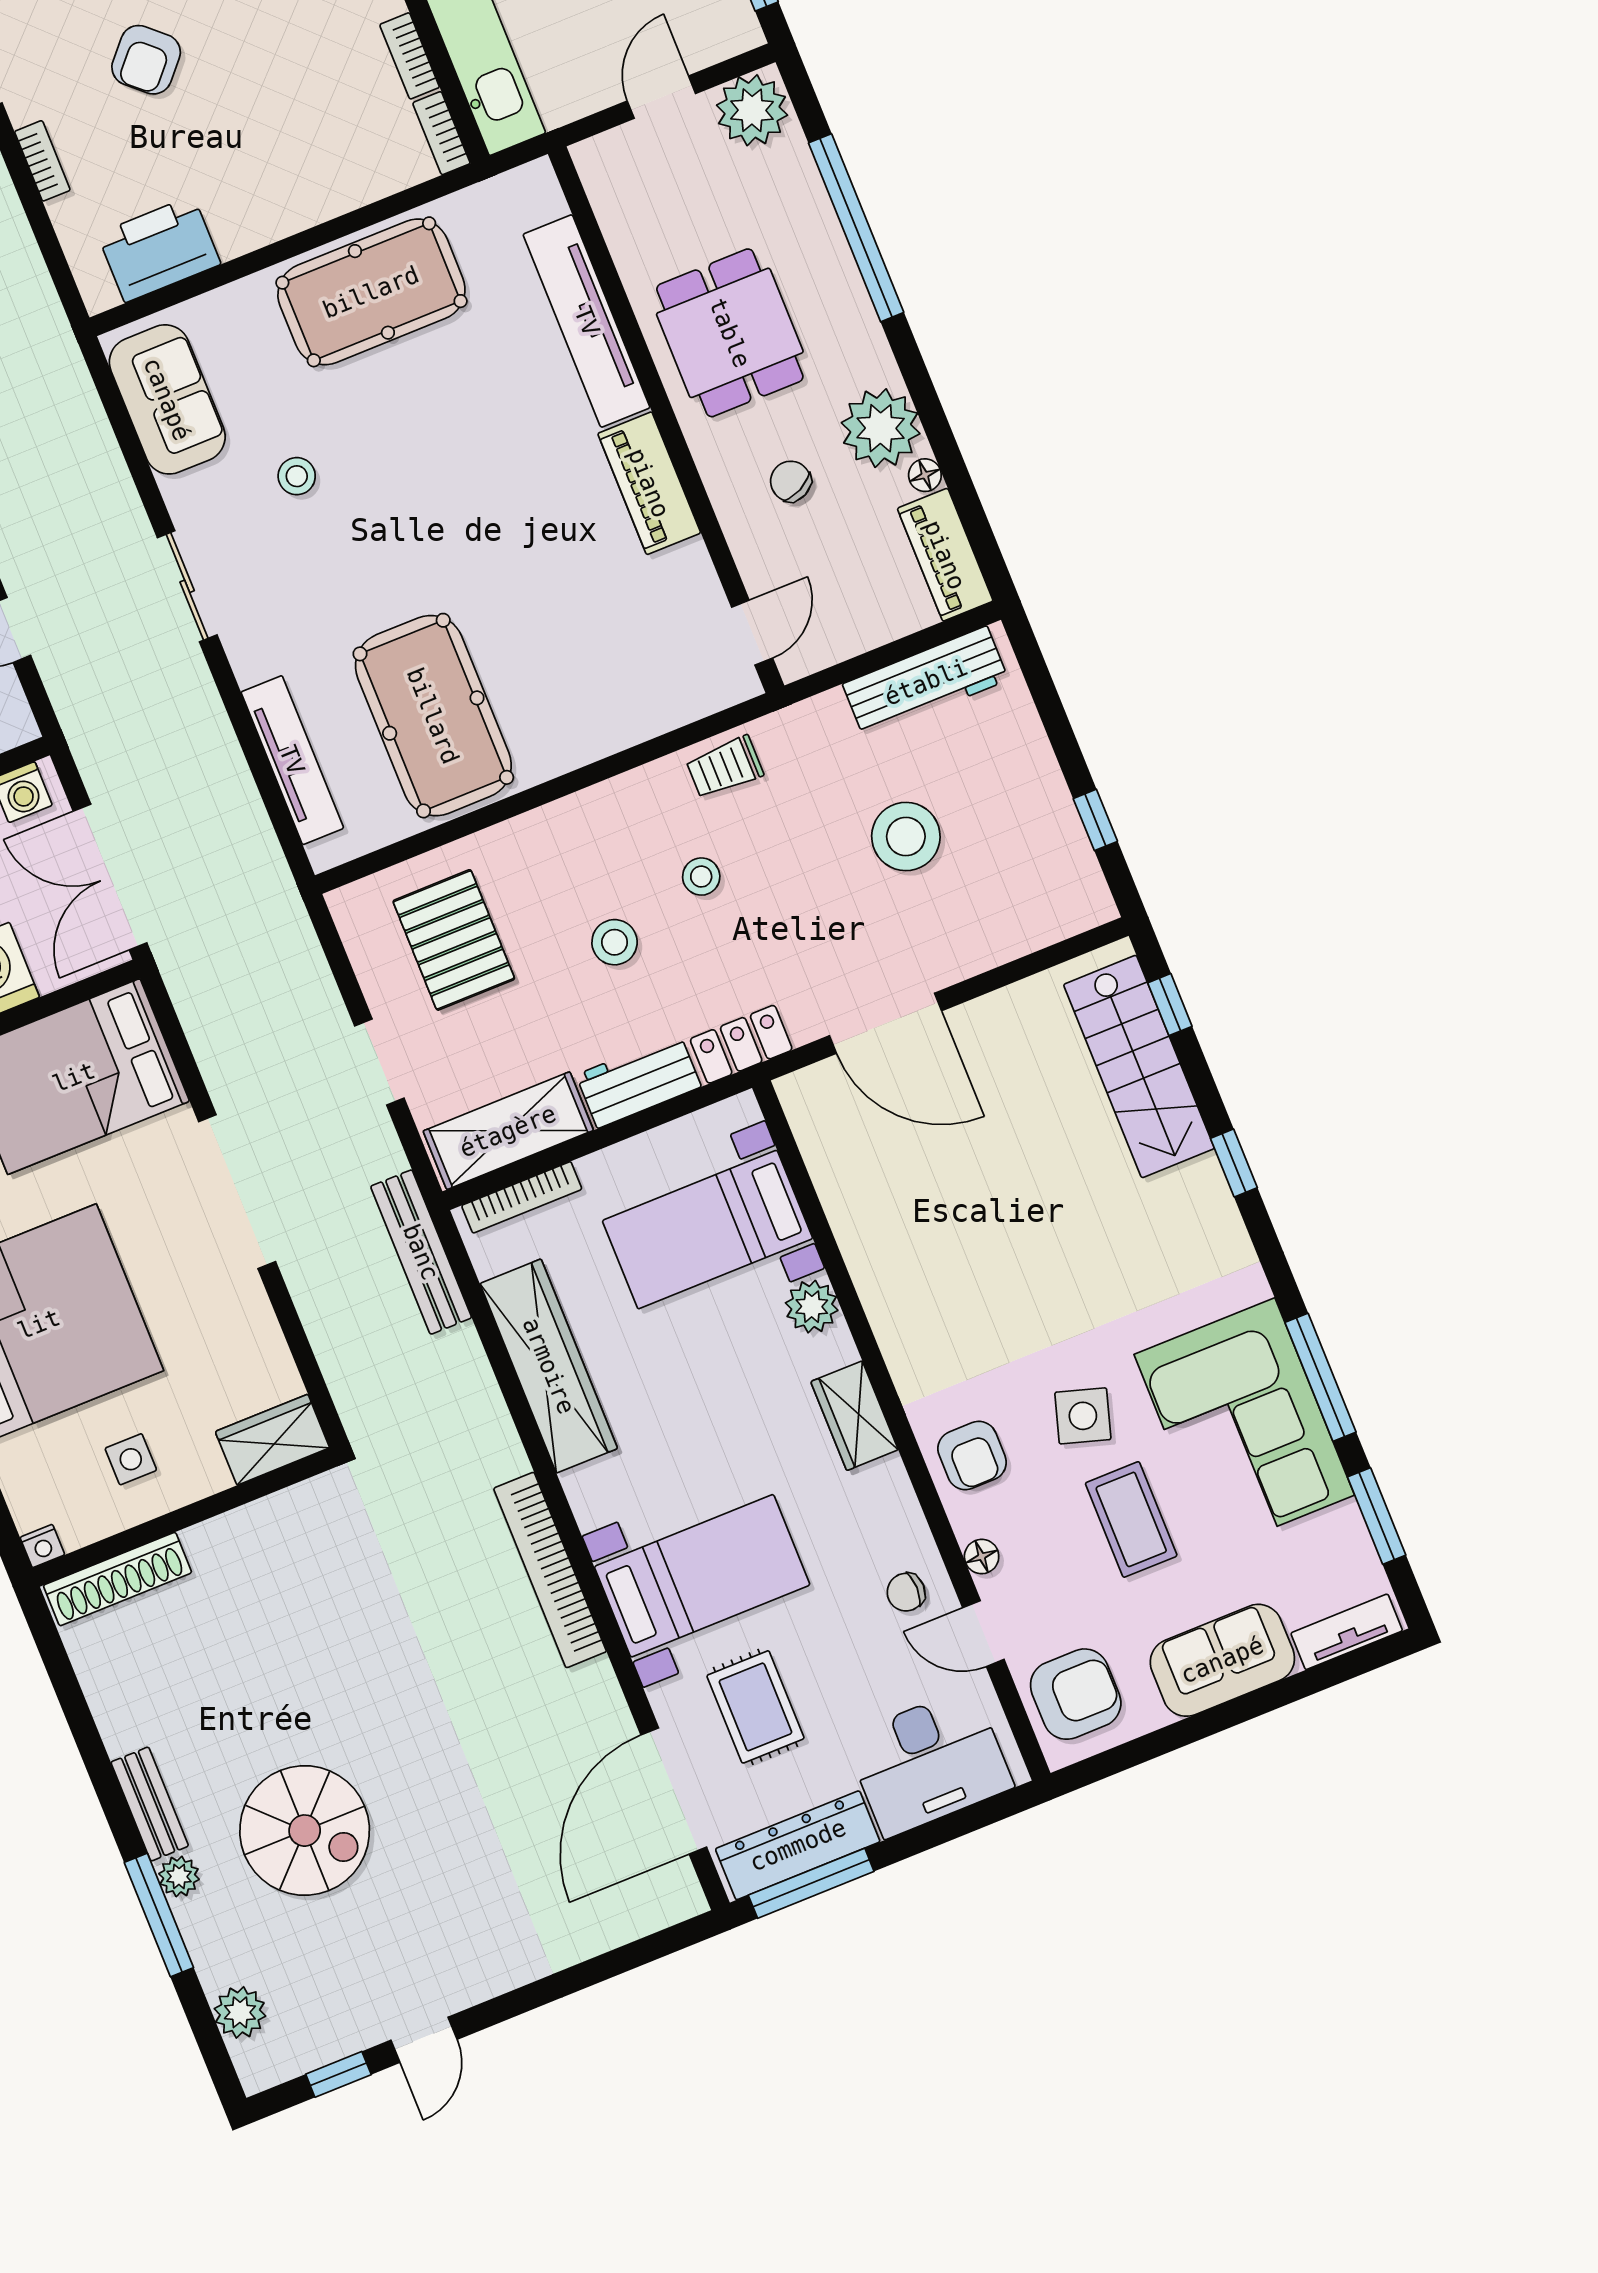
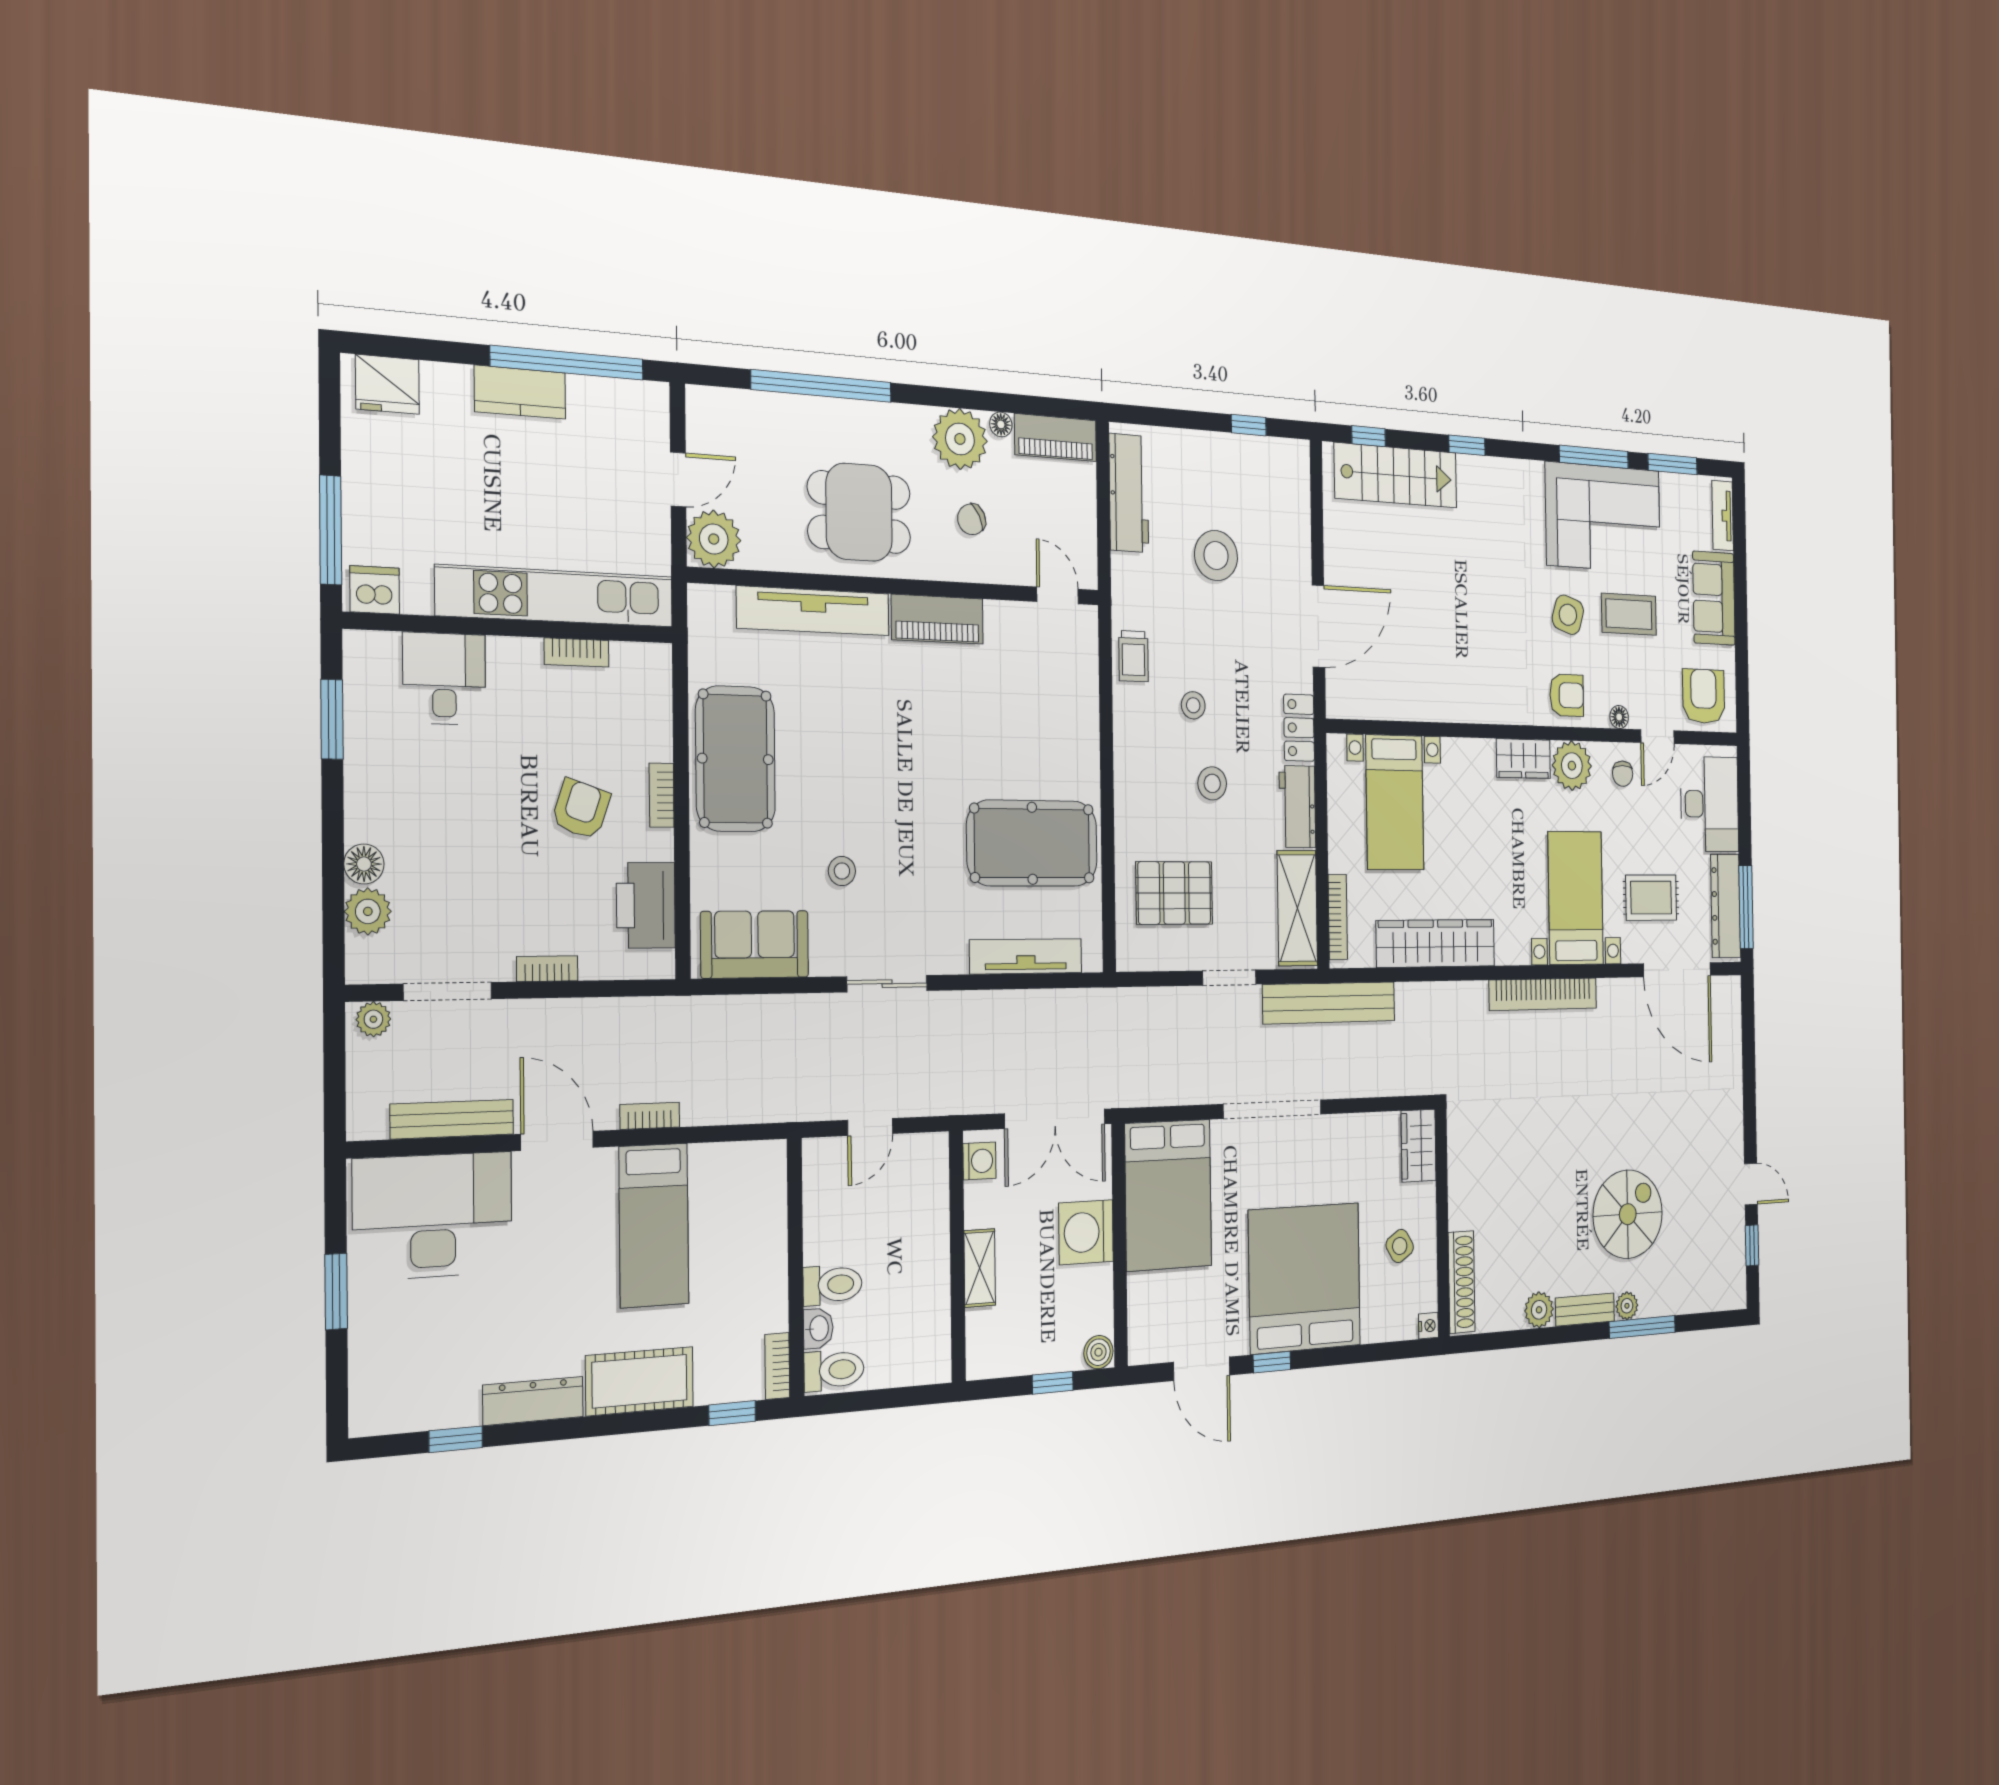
armchair: (146, 60) -> (581, 809), moved, turned -113
door: (661, 97) -> (678, 479), swing flipped
plant: (752, 110) -> (714, 539), moved
bookcase: (441, 133) -> (662, 795), moved, turned 90
bench: (421, 1252) -> (1329, 1003), width x1.37, depth x1.21
plant: (812, 1307) -> (1572, 766), moved, width x1.36, depth x1.36
side table: (131, 1459) -> (1400, 1246), turned -32
plant: (240, 2012) -> (1539, 1310), moved

